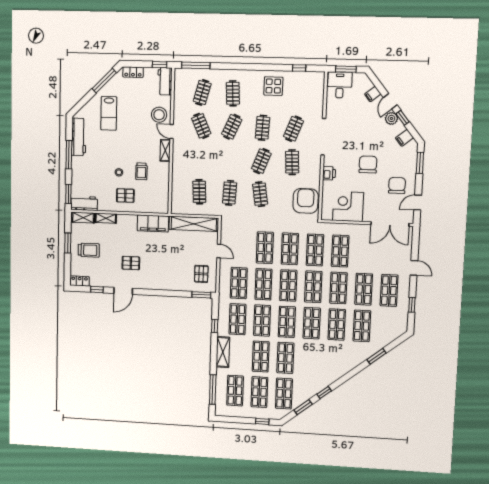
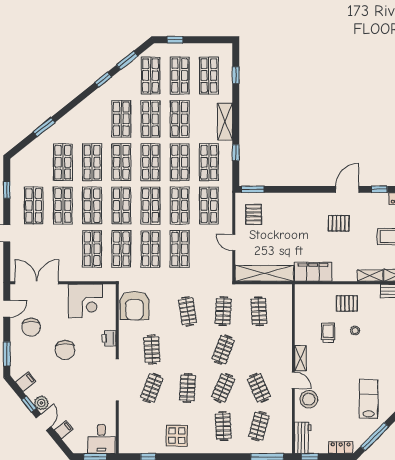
clothes rail: (261, 161) -> (223, 350), moved
shop shelf: (310, 359) -> (121, 119), added
window: (213, 390) -> (236, 75), width x0.46

